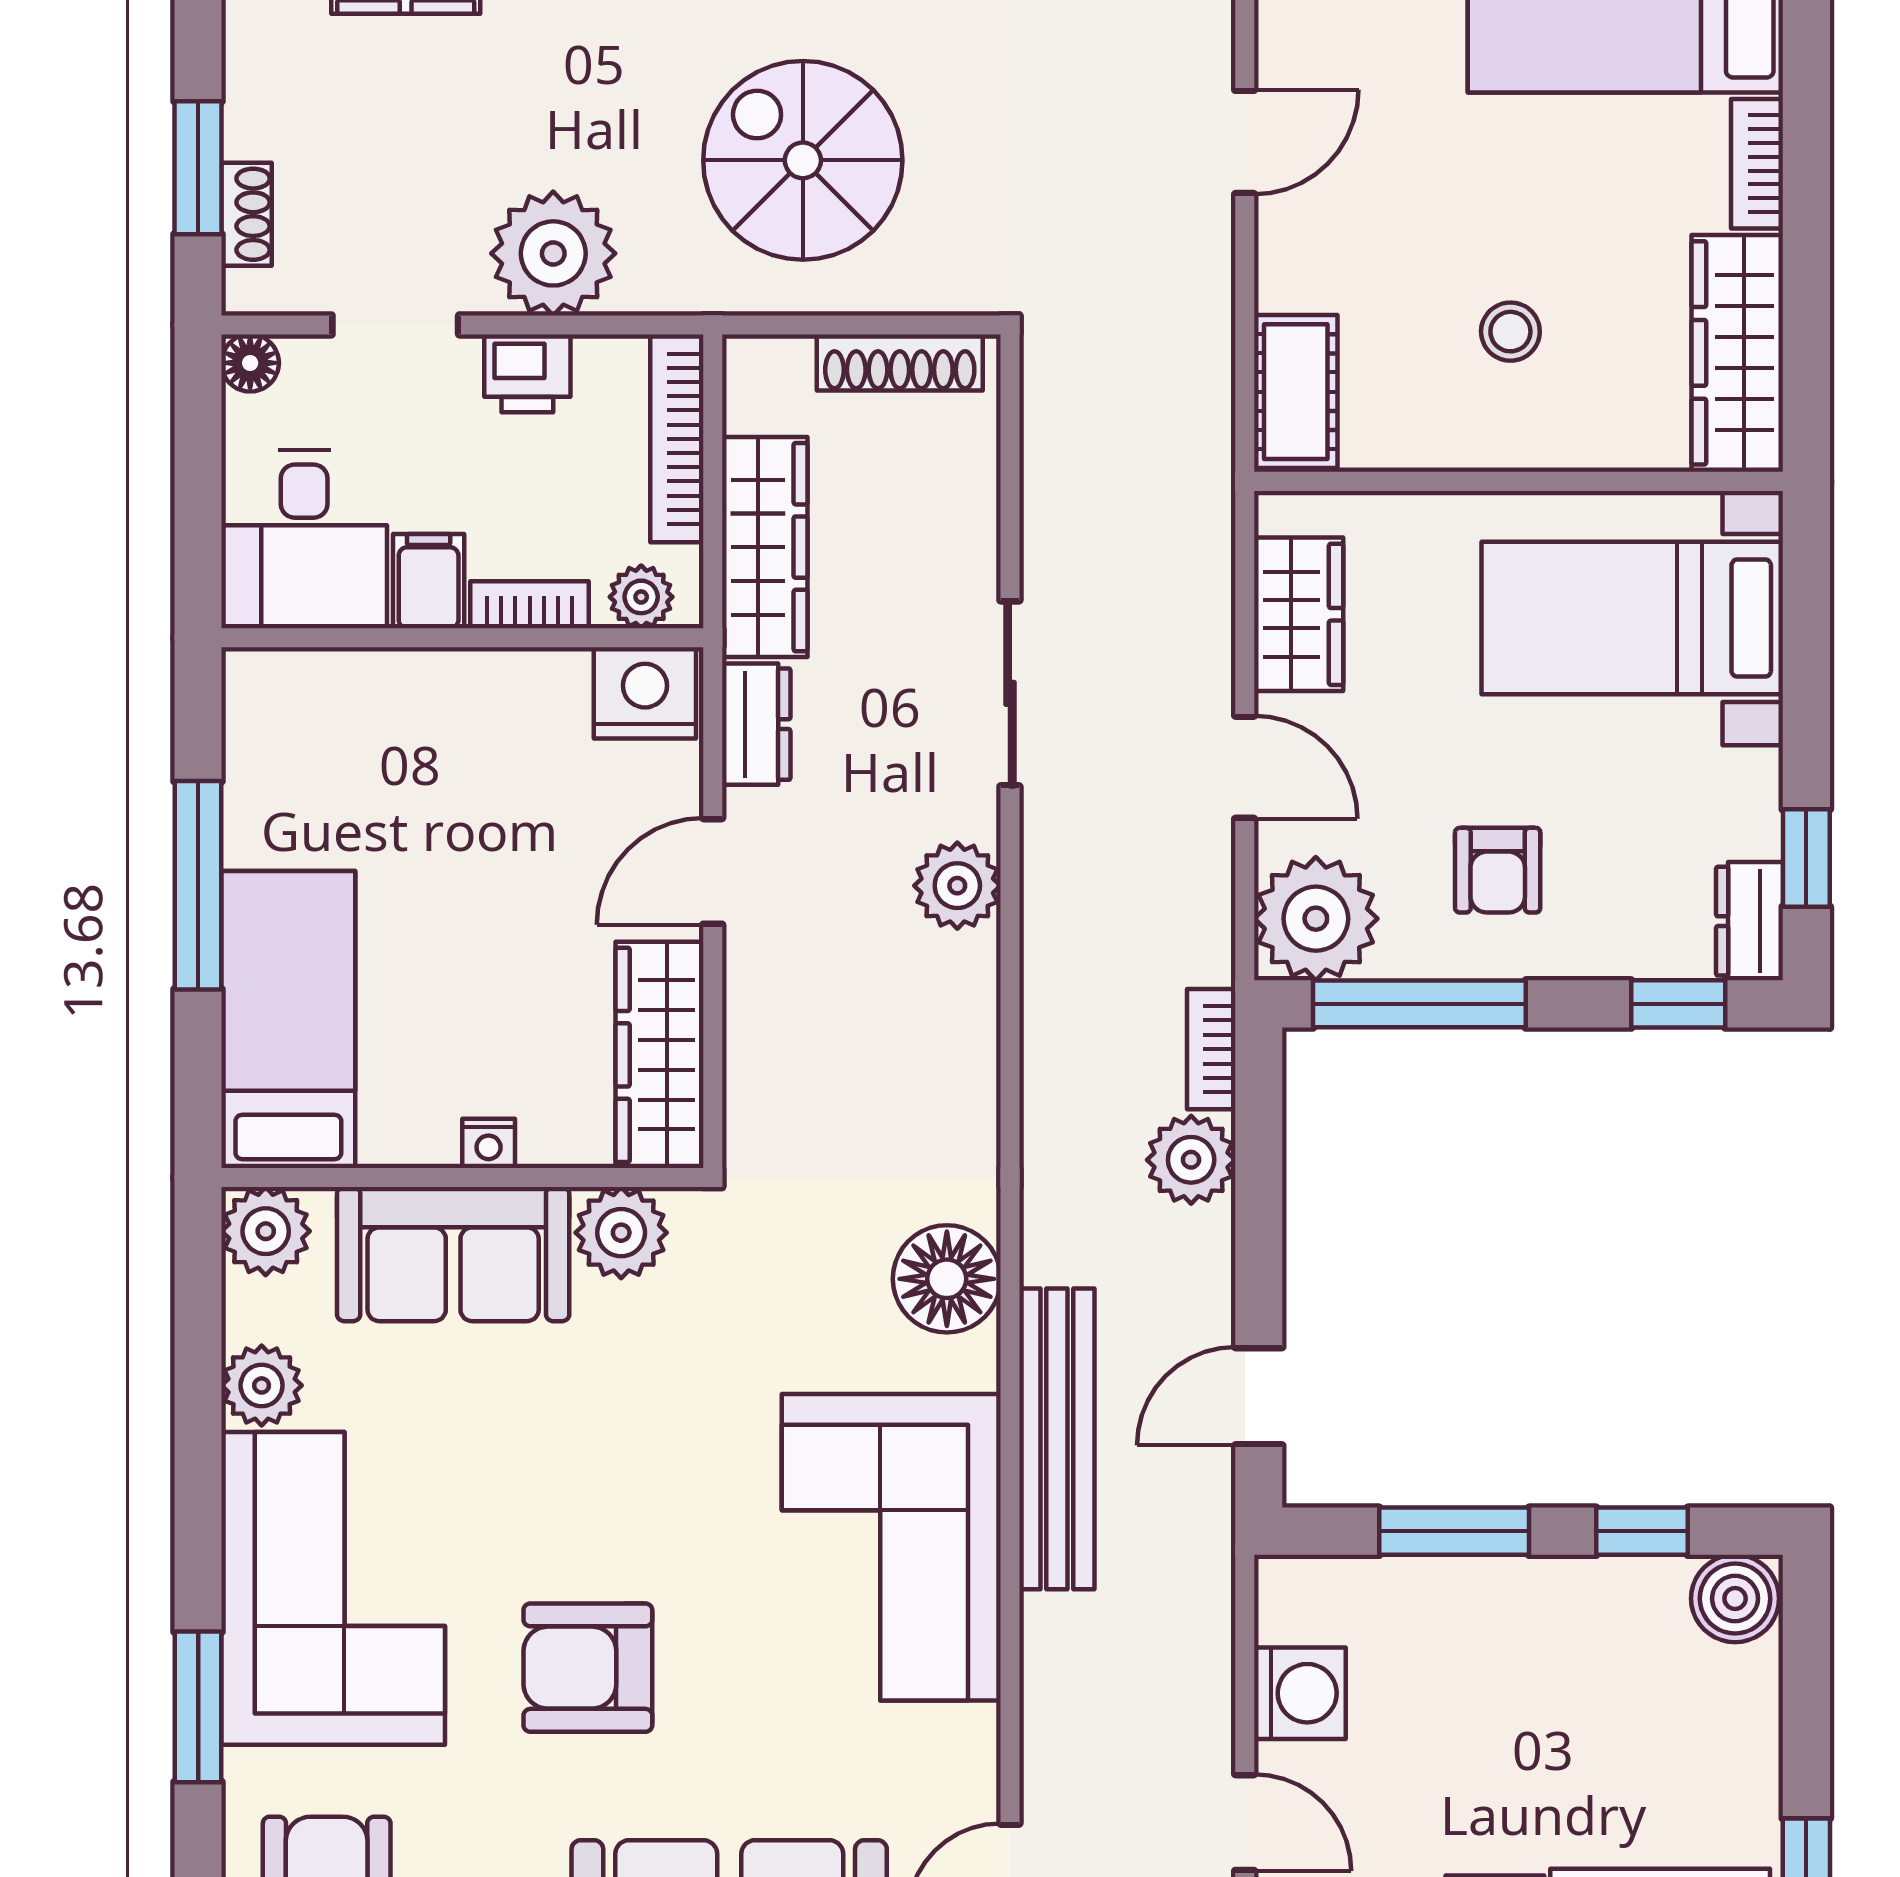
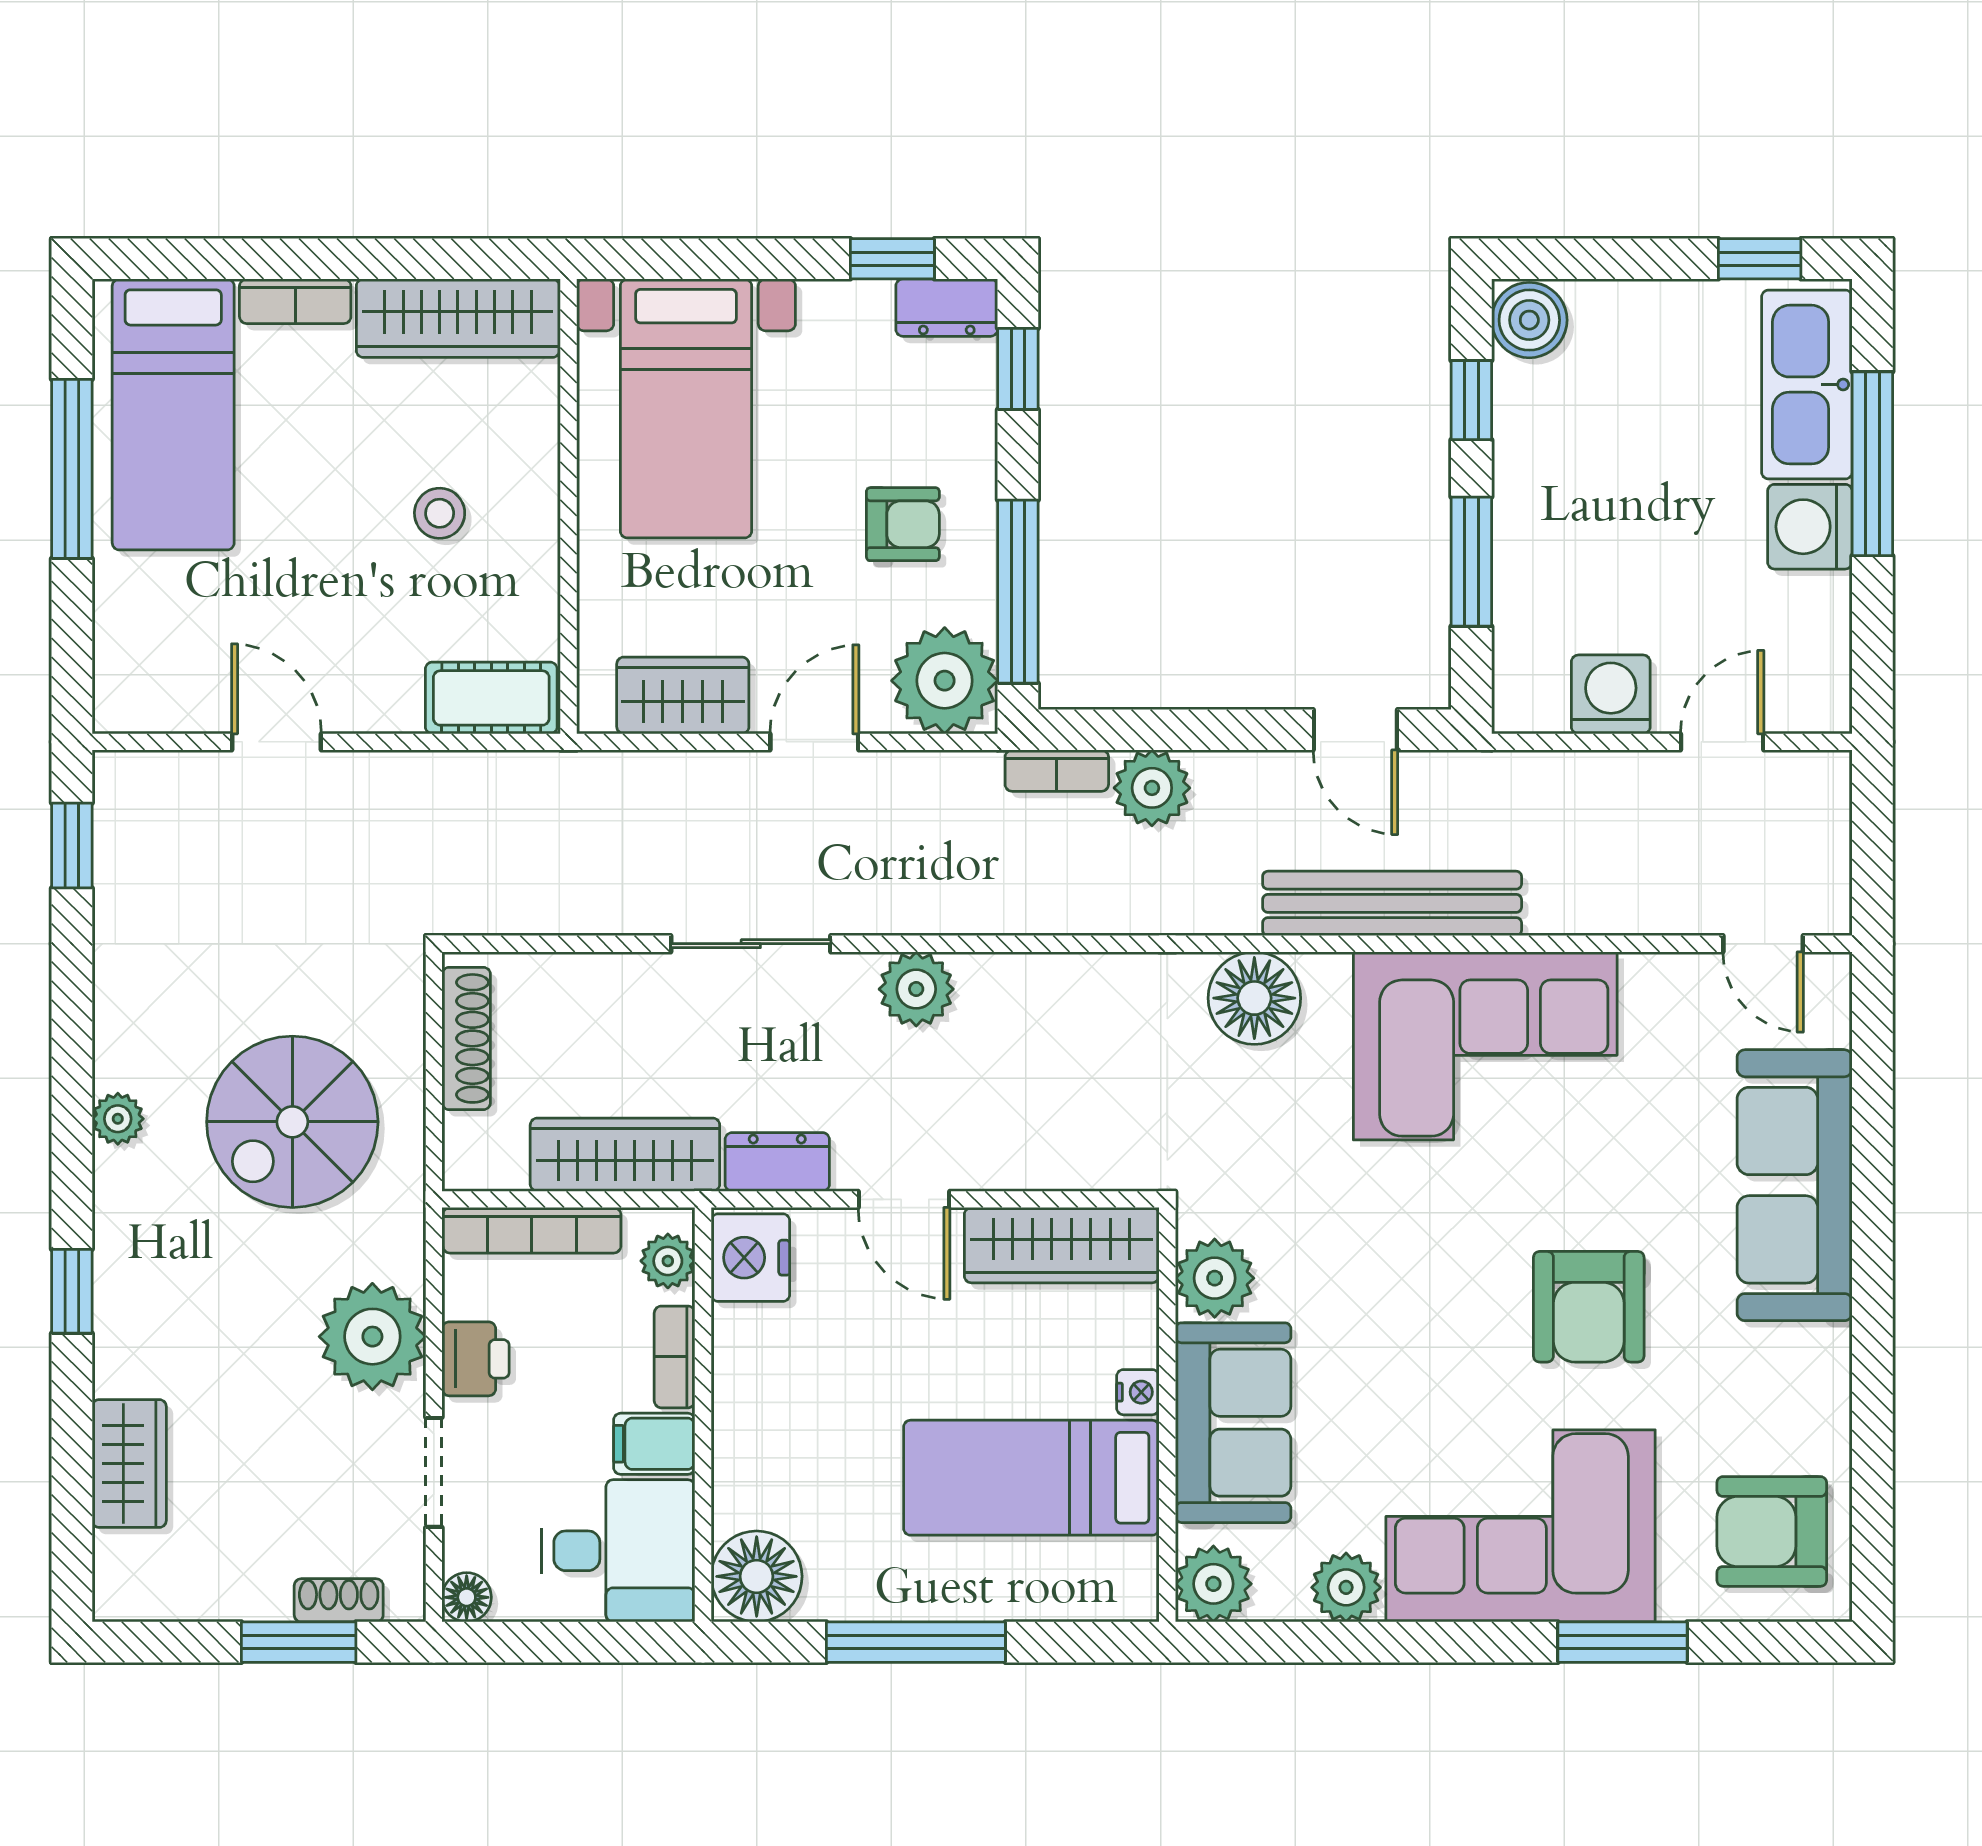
floor lamp: (274, 700) -> (757, 1576), added
bed: (288, 1020) -> (1031, 1478), moved

